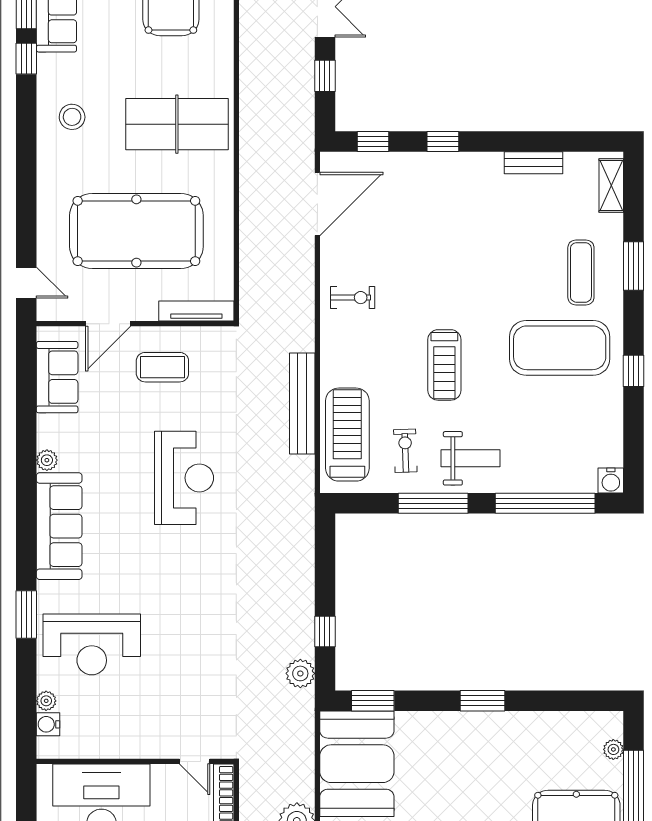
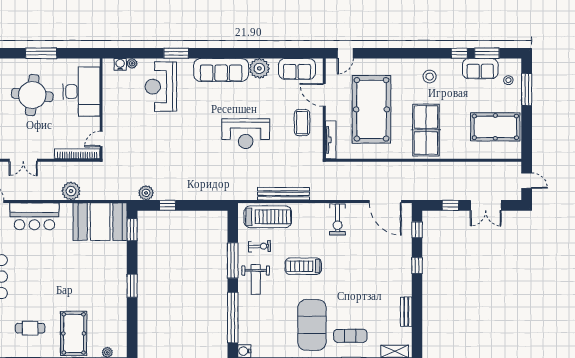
exercise bike: (353, 298) -> (338, 220), width x1.38, depth x1.39
plant: (47, 460) -> (259, 68), width x1.87, depth x1.87

